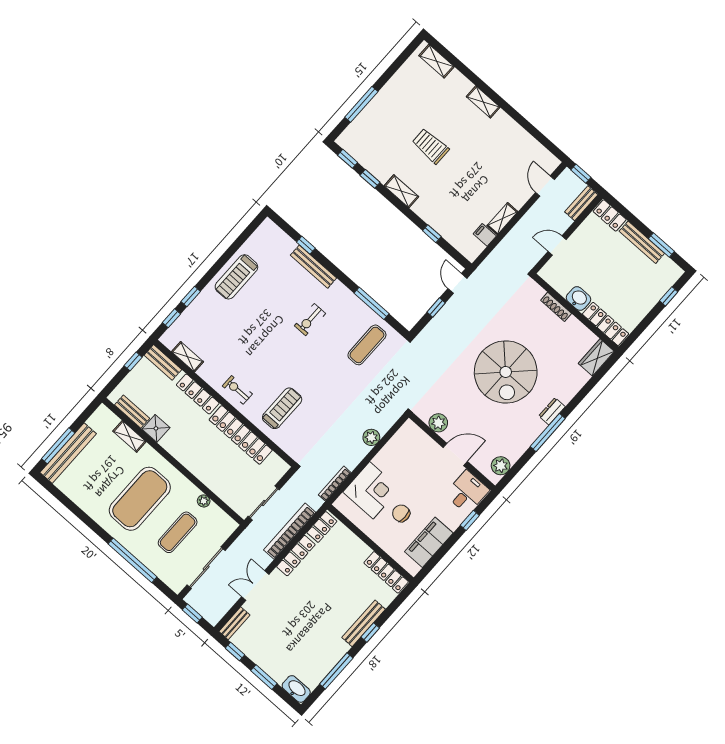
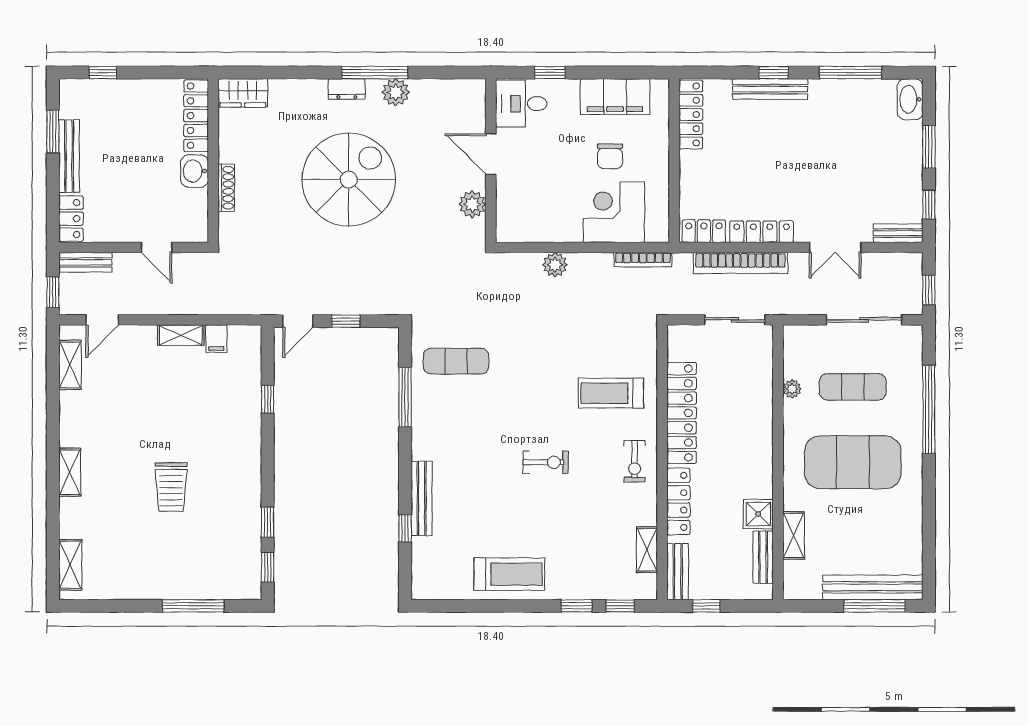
shelving: (401, 191) -> (70, 365), moved
exercise bike: (310, 320) -> (546, 462), moved
plant: (501, 466) -> (396, 92), moved

